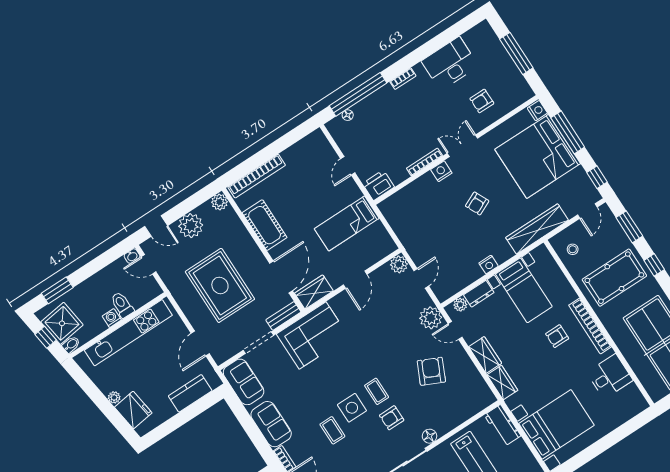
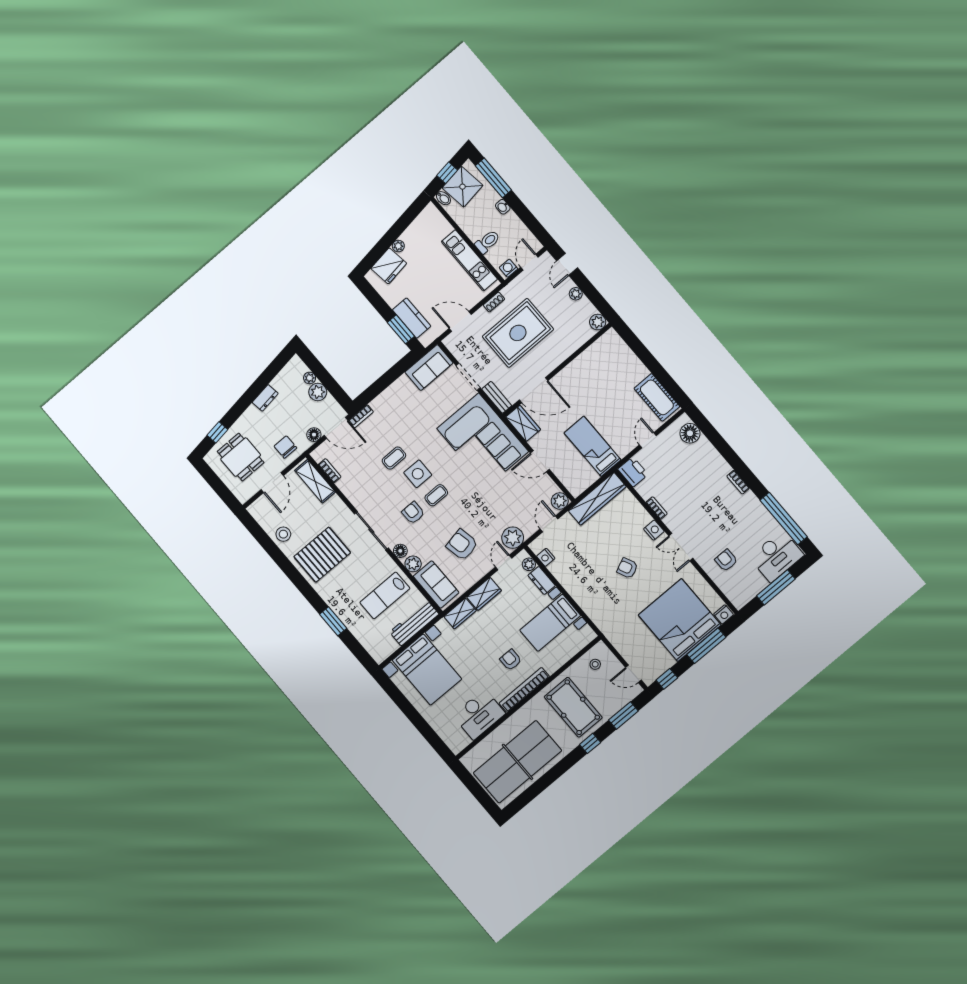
desk: (450, 64) -> (777, 556), moved, turned 90
window: (358, 94) -> (784, 519), moved
floor lamp: (348, 115) -> (690, 433), width x1.89, depth x1.89
double door: (462, 146) -> (681, 547), swing flipped
bookcase: (424, 162) -> (657, 508), width x0.64
door: (348, 166) -> (648, 440), hinge flipped
bookcase: (257, 176) -> (627, 354), removed
cot: (265, 225) -> (657, 397), moved, turned 90
plant: (191, 226) -> (576, 294), width x0.53, depth x0.53
wardrobe: (537, 229) -> (597, 499), moved, turned 90
washbasin: (132, 256) -> (503, 207), moved
nightstand: (489, 265) -> (546, 557), moved
door: (421, 278) -> (549, 524), swing flipped
window: (57, 290) -> (493, 178), width x1.44
shoe rack: (185, 306) -> (494, 302), added
washing machine: (112, 318) -> (508, 268), moved, turned -90
kitchen unit: (128, 333) -> (469, 260), width x0.73
corner sofa: (313, 335) -> (483, 440), width x1.36, depth x1.36
armchair: (431, 371) -> (462, 545), turned -126
desk: (610, 376) -> (479, 714), width x1.37
window: (200, 406) -> (401, 329), added
sofa: (271, 424) -> (436, 584), moved, turned -90
plant: (445, 425) -> (413, 564), added
workbench: (502, 425) -> (414, 623), width x1.37

